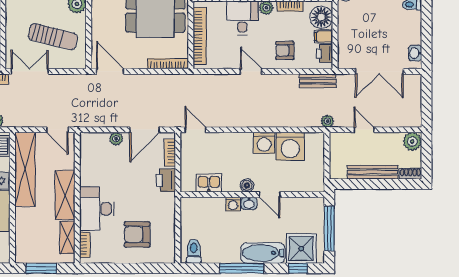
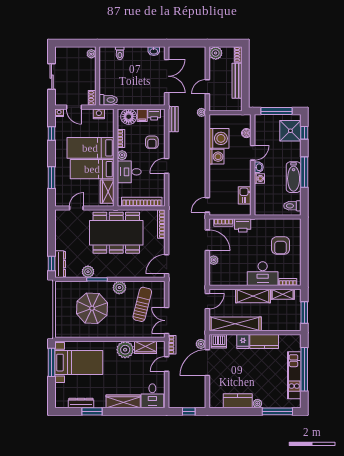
boiler: (247, 185) -> (246, 133), moved
bathtub: (263, 253) -> (294, 177), moved

